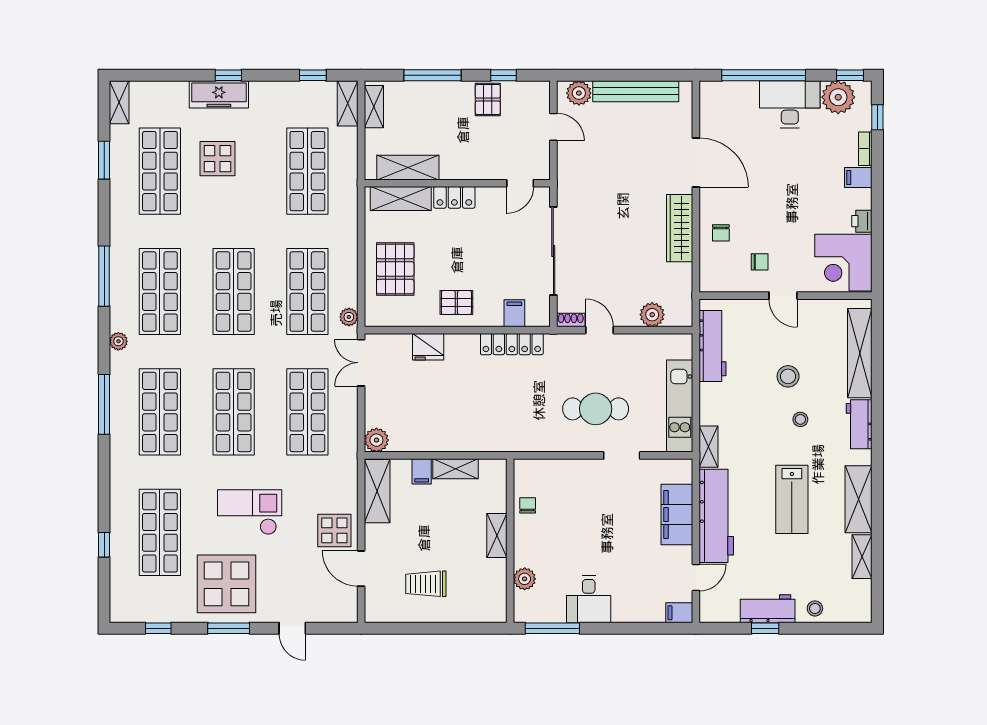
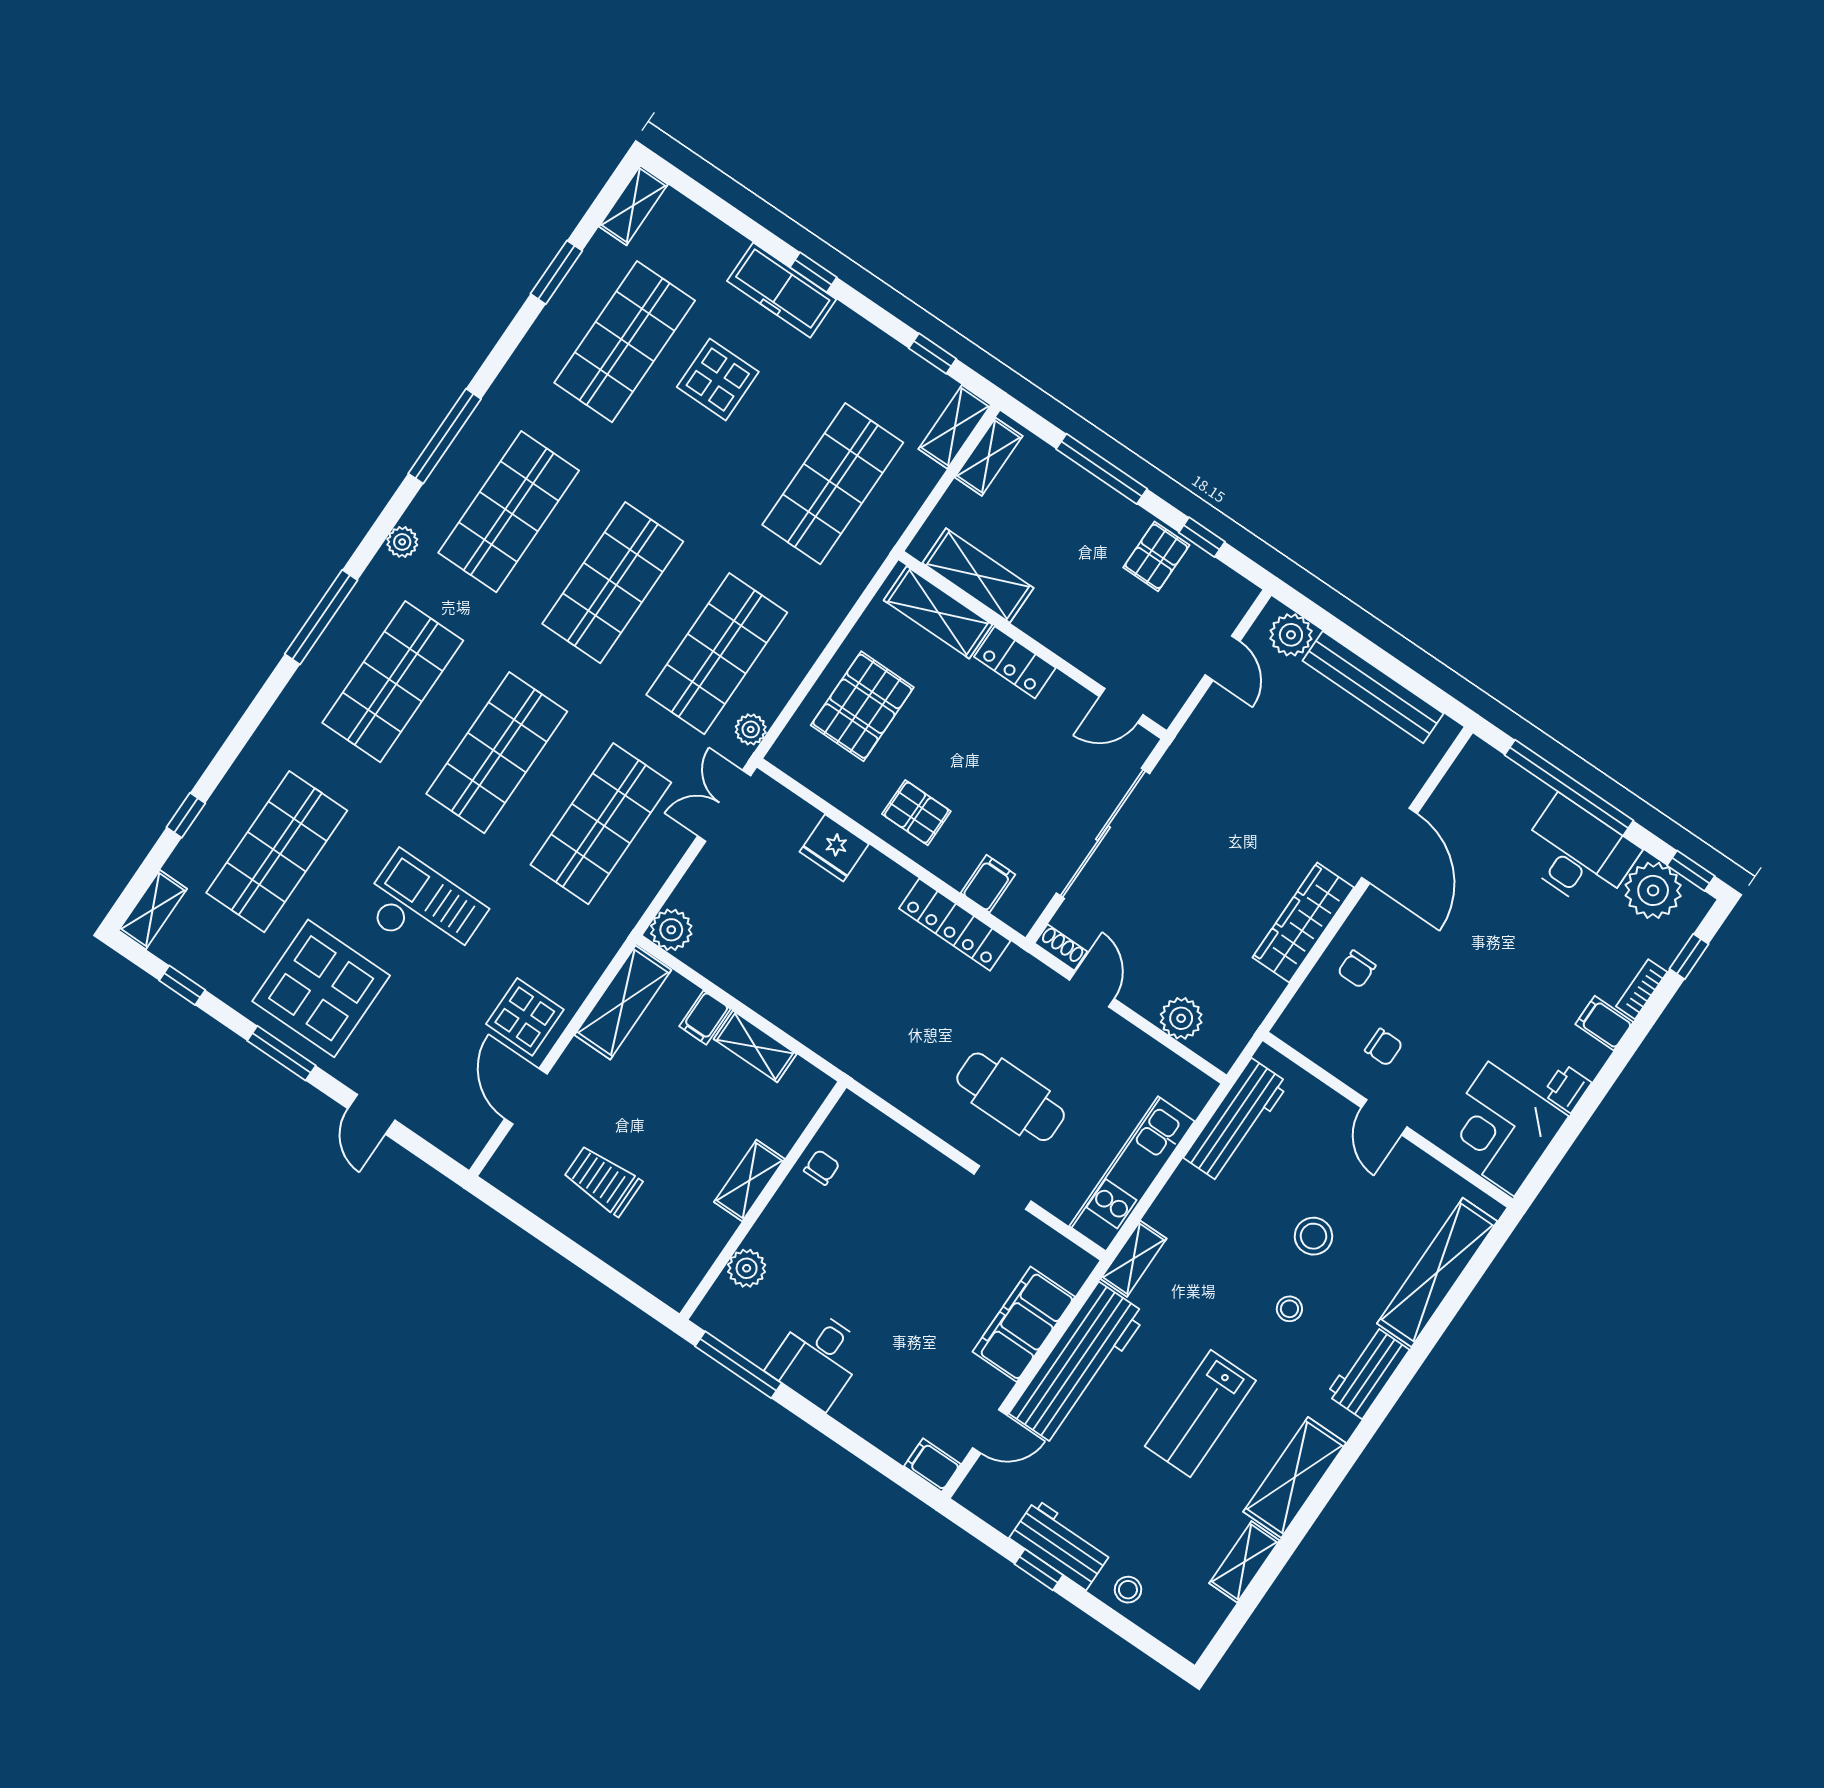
shelving: (119, 601) -> (153, 910), added

